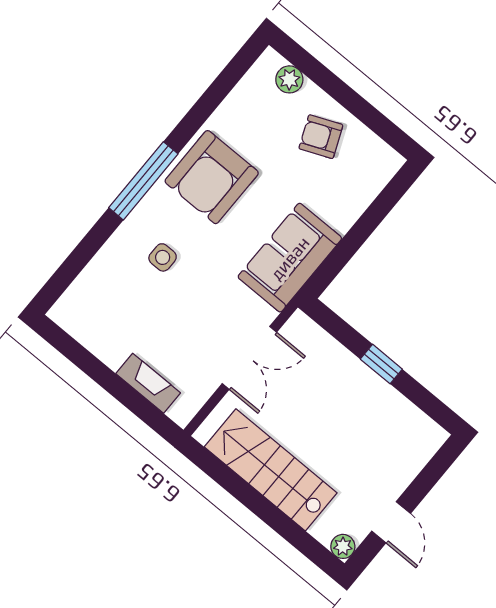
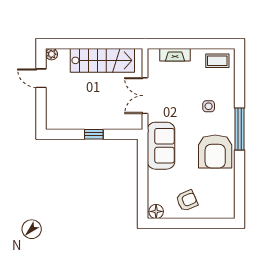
plant: (289, 79) -> (216, 212), removed
floor lamp: (384, 160) -> (156, 211), added
armchair: (212, 177) -> (215, 151), turned 180
coffee table: (89, 318) -> (217, 61), added

